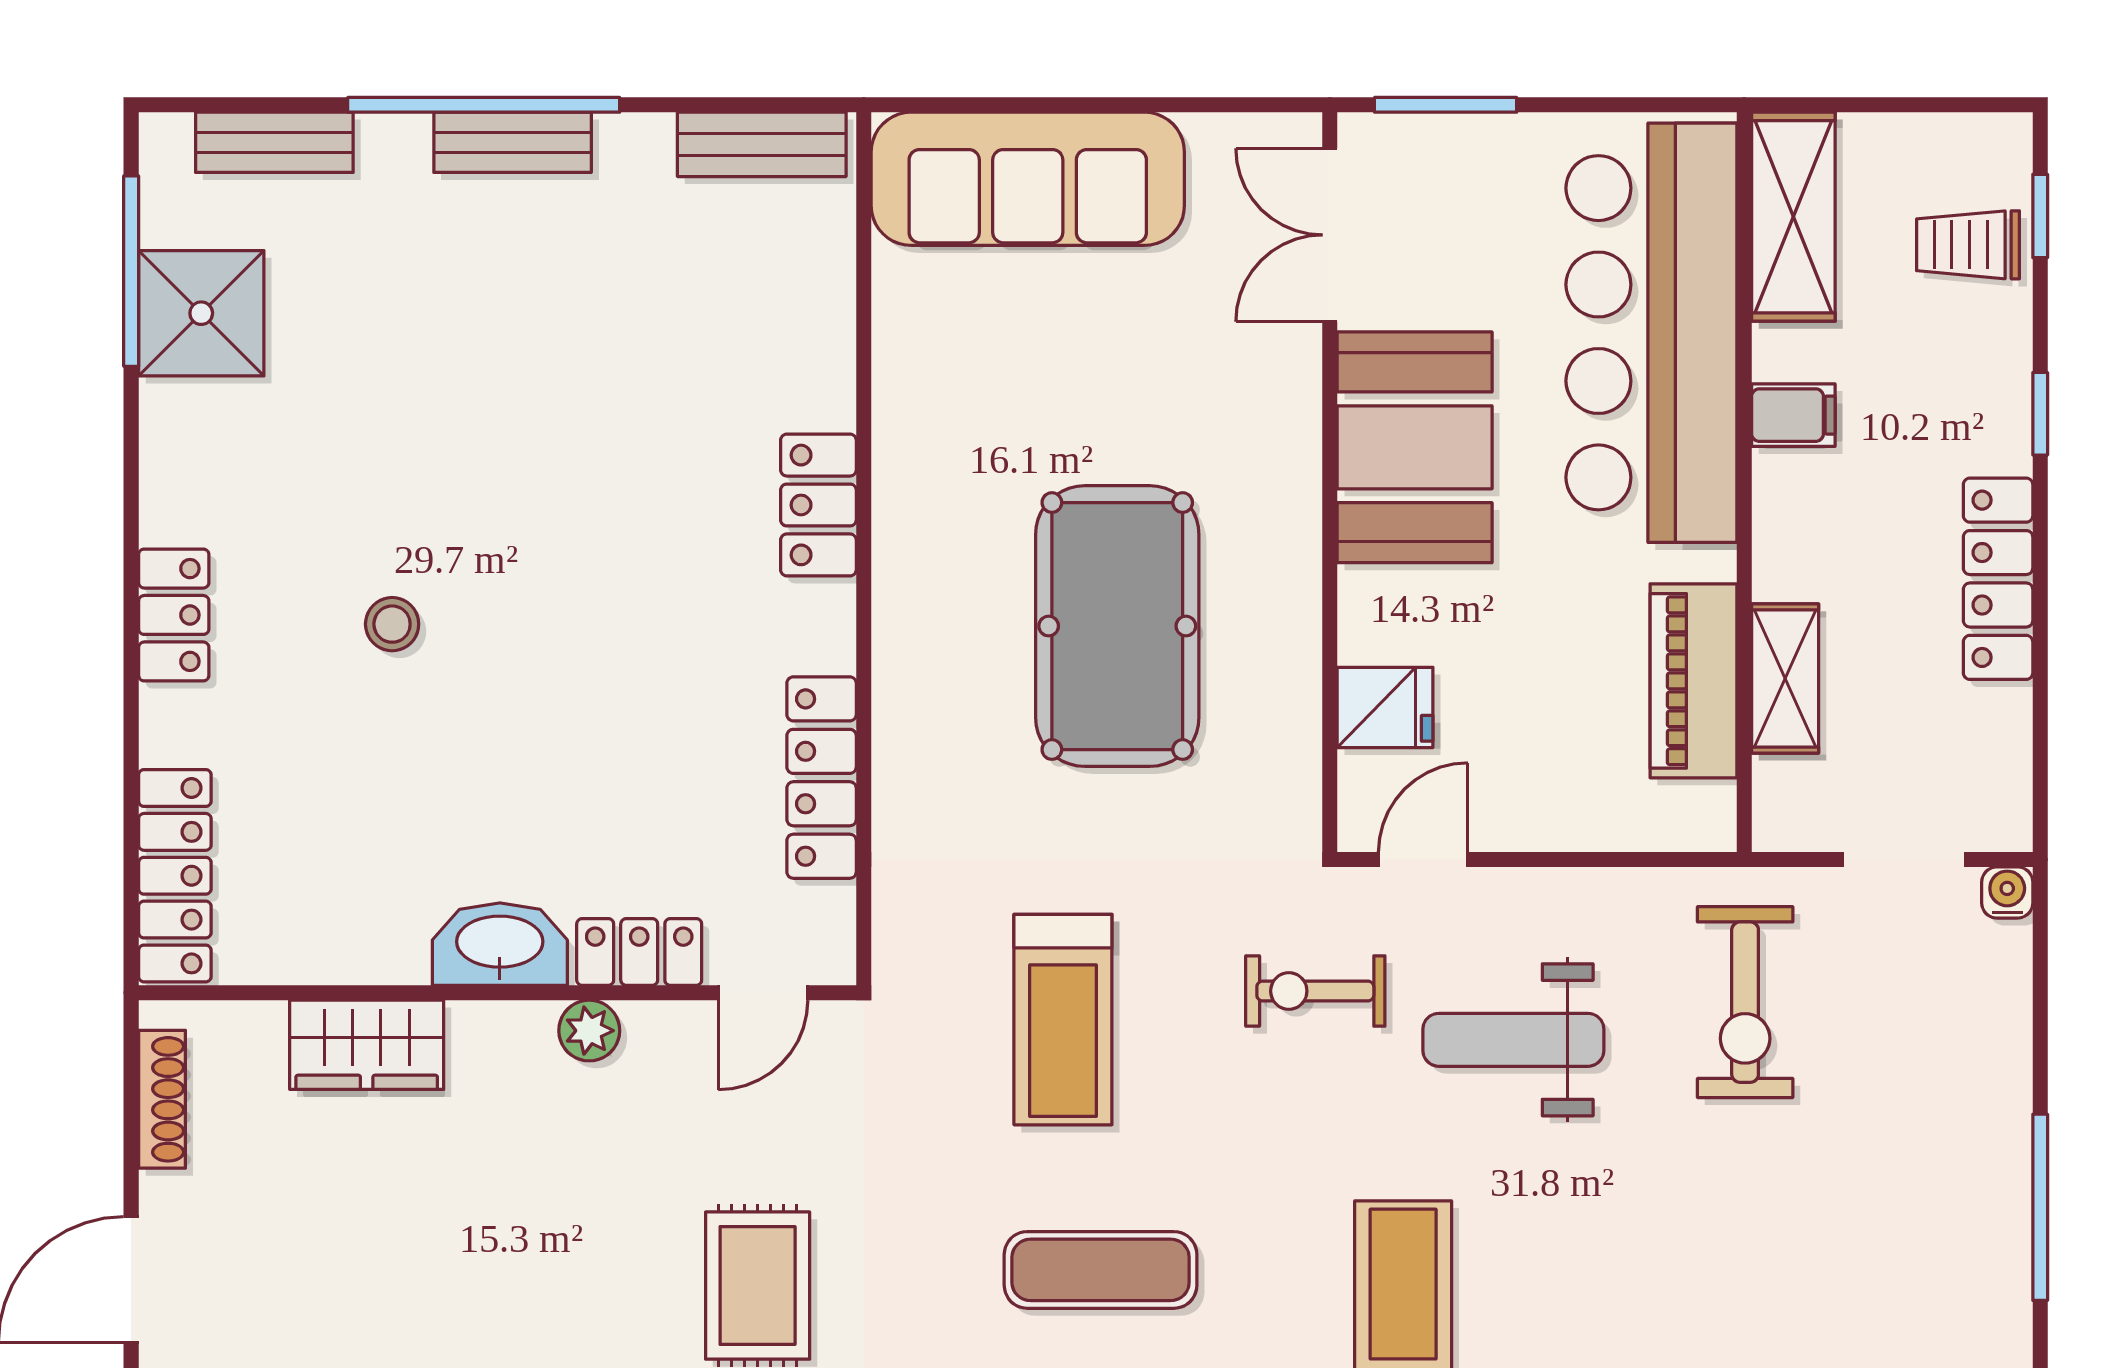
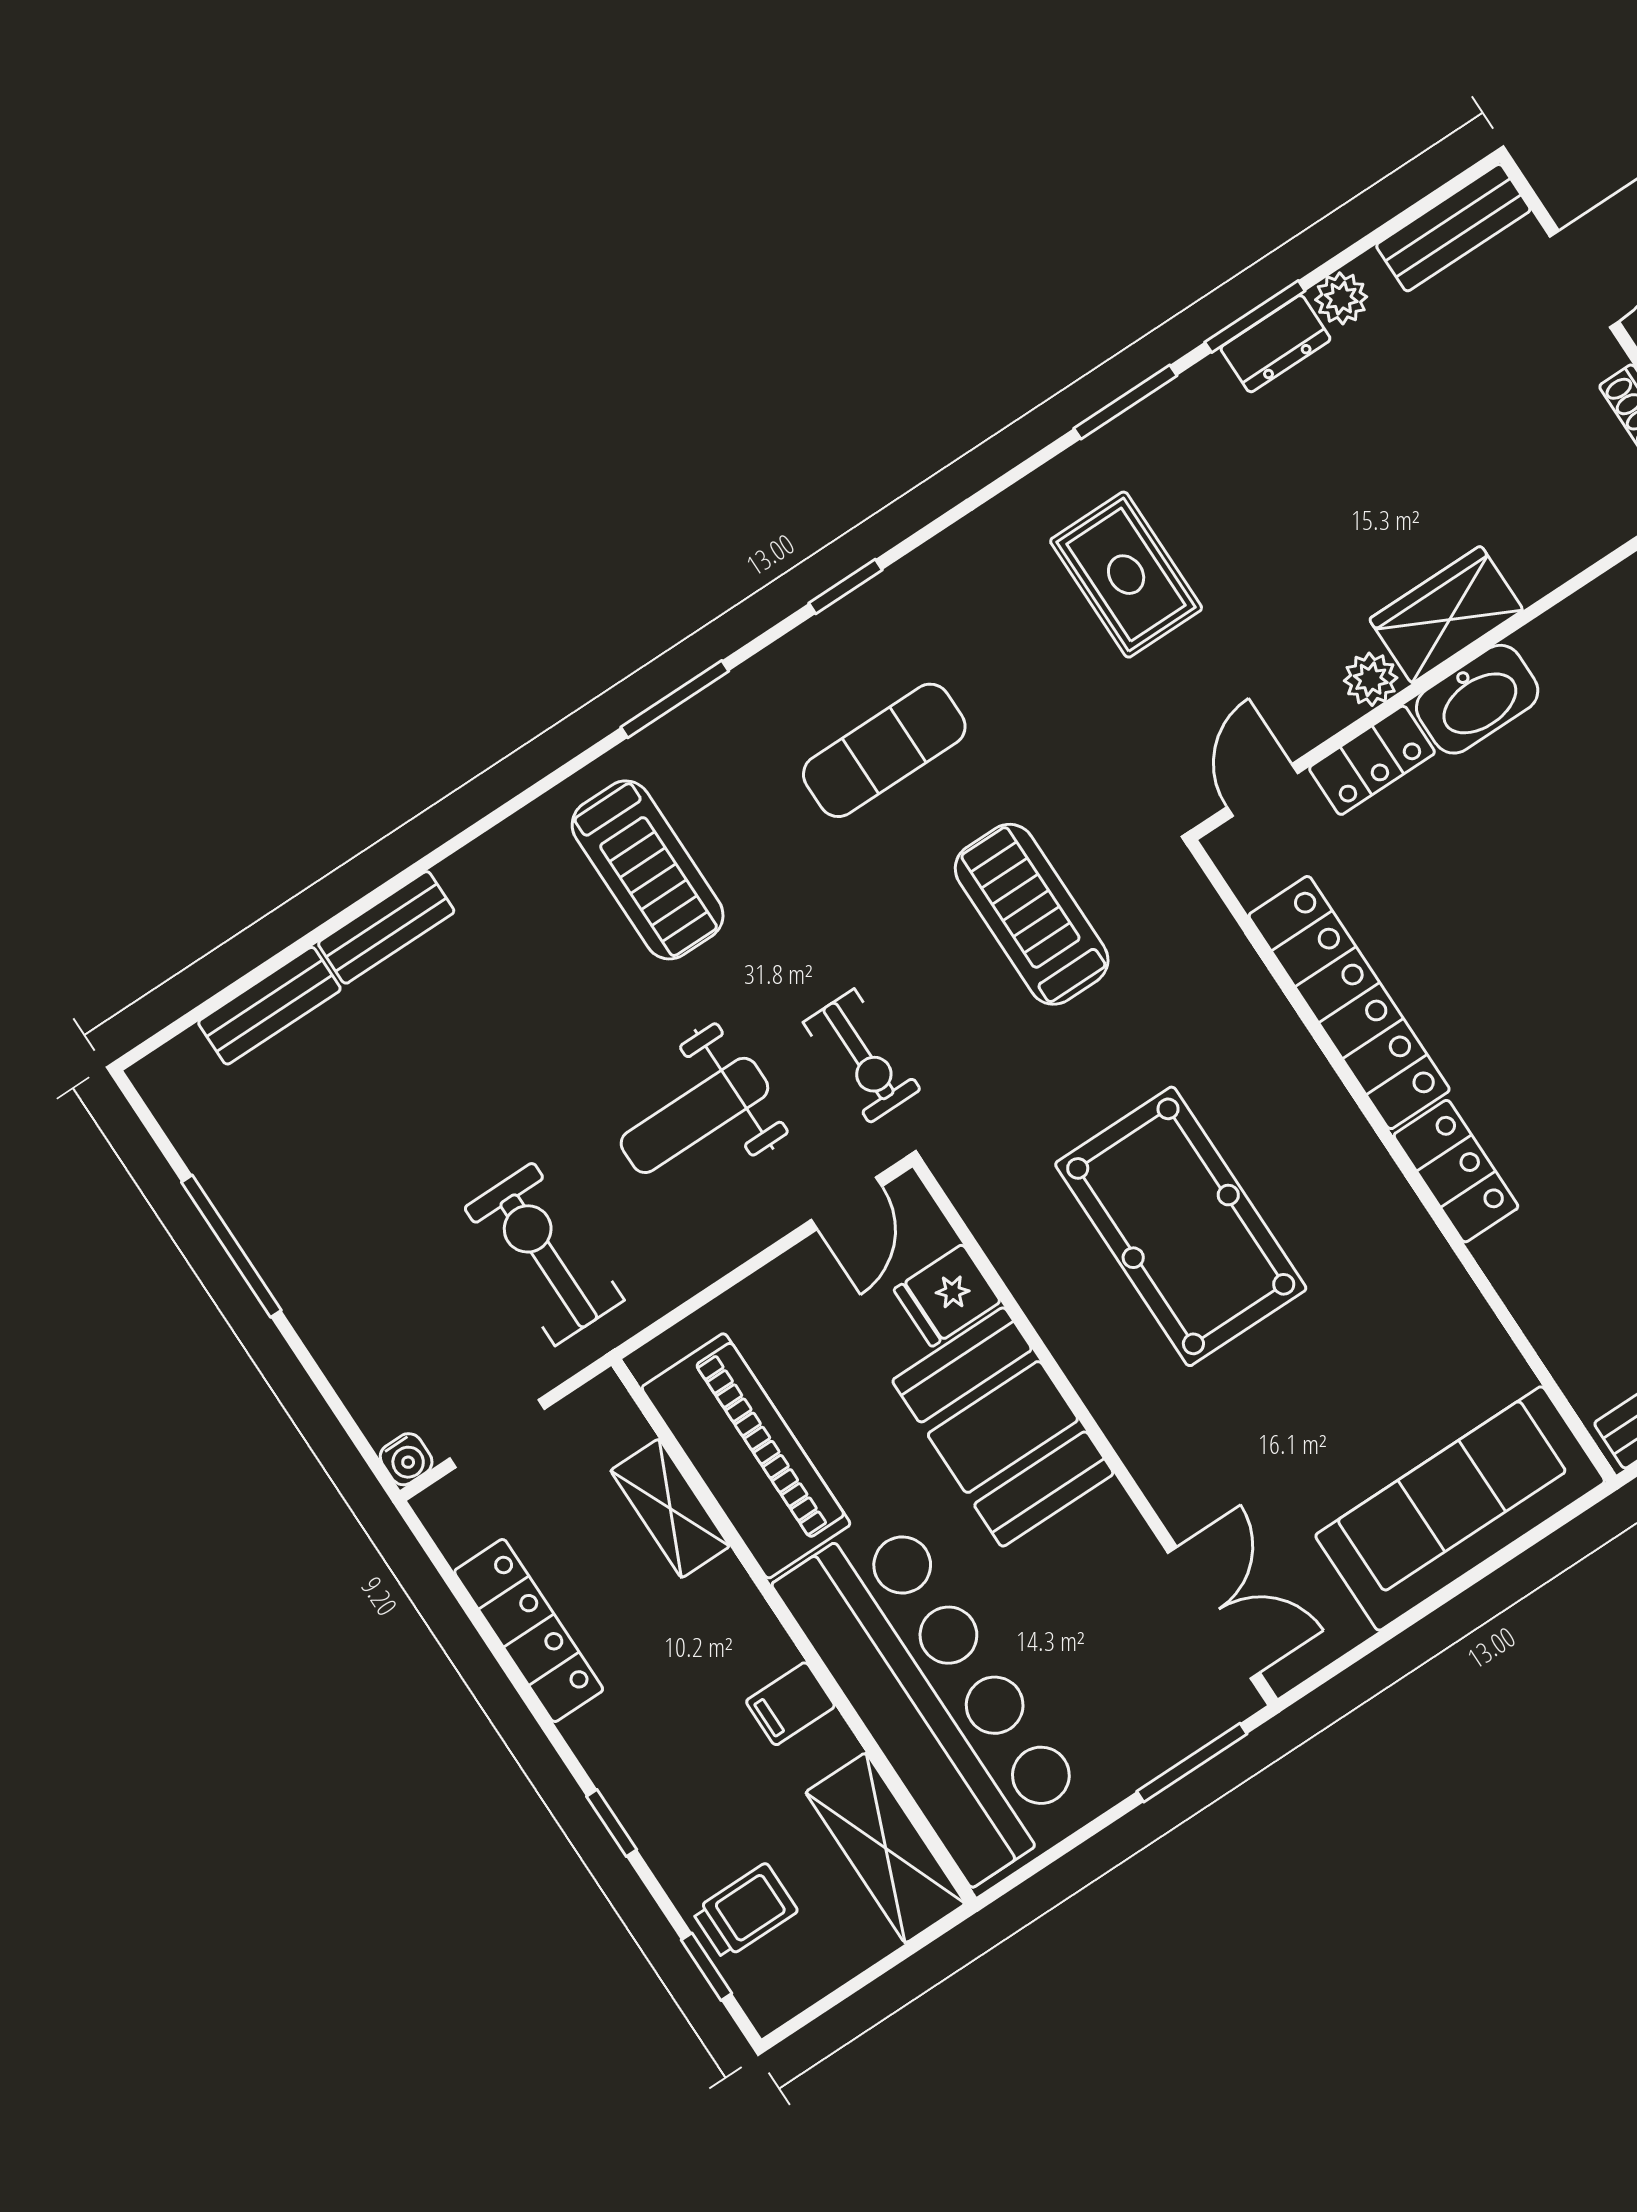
booth: (1415, 447) -> (1003, 1427), moved
locker: (1998, 579) -> (529, 1631), moved
piano: (1693, 681) -> (746, 1456), width x1.37, depth x1.33
locker: (822, 778) -> (1349, 1003), width x1.41, depth x1.21
exercise bike: (1315, 991) -> (862, 1056), turned 90
weight bench: (1513, 1040) -> (694, 1115), turned 180
wardrobe: (367, 1045) -> (1446, 615), moved

